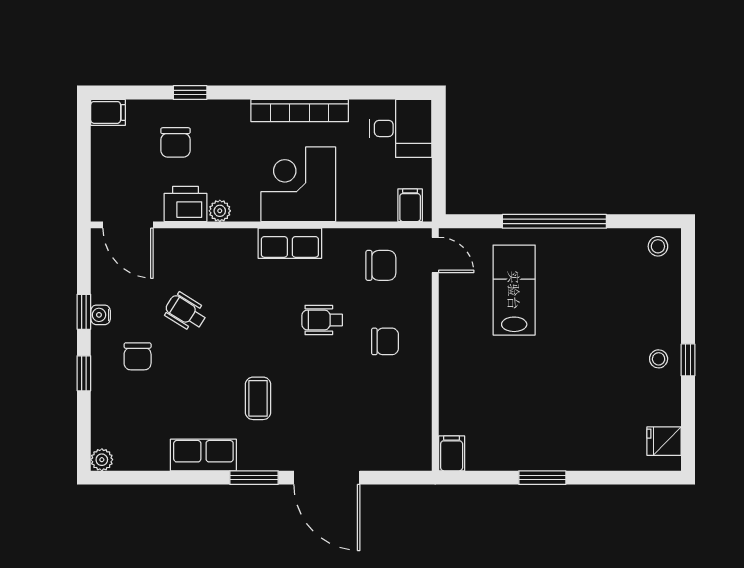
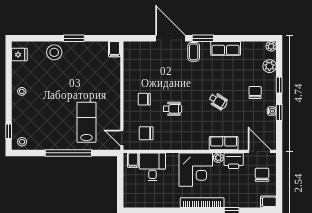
bookcase: (300, 111) -> (202, 203), moved
desk: (401, 128) -> (152, 167), moved, turned 90
chair: (175, 142) -> (262, 175), moved
corner desk: (298, 184) -> (196, 170), moved
row of seats: (290, 243) -> (224, 143), moved
lab bench: (514, 290) -> (86, 122), turned 180
wheelchair: (186, 312) -> (218, 101), moved
window: (688, 360) -> (9, 131), moved
coffee table: (258, 398) -> (194, 52), moved
plant: (105, 415) -> (269, 66), added
stool: (586, 446) -> (54, 52), added

